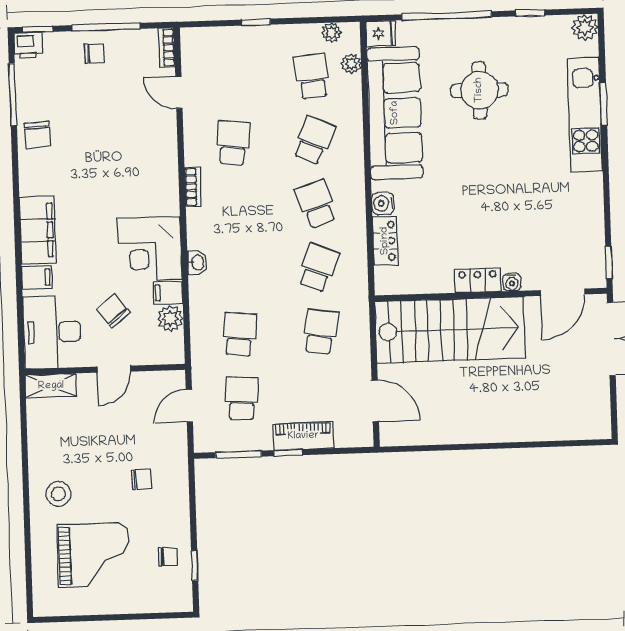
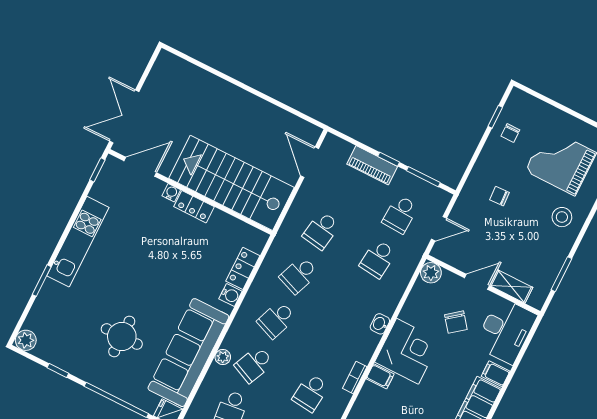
plant: (351, 64) -> (223, 357), moved
kitchen unit: (585, 115) -> (78, 242), moved
school desk: (316, 204) -> (276, 320), turned 39
filing cabinet: (168, 293) -> (380, 376), moved
plant: (170, 319) -> (431, 273), moved
shelving: (51, 386) -> (511, 286), moved
window: (24, 429) -> (561, 274), added
chair: (168, 557) -> (510, 133), turned -90

